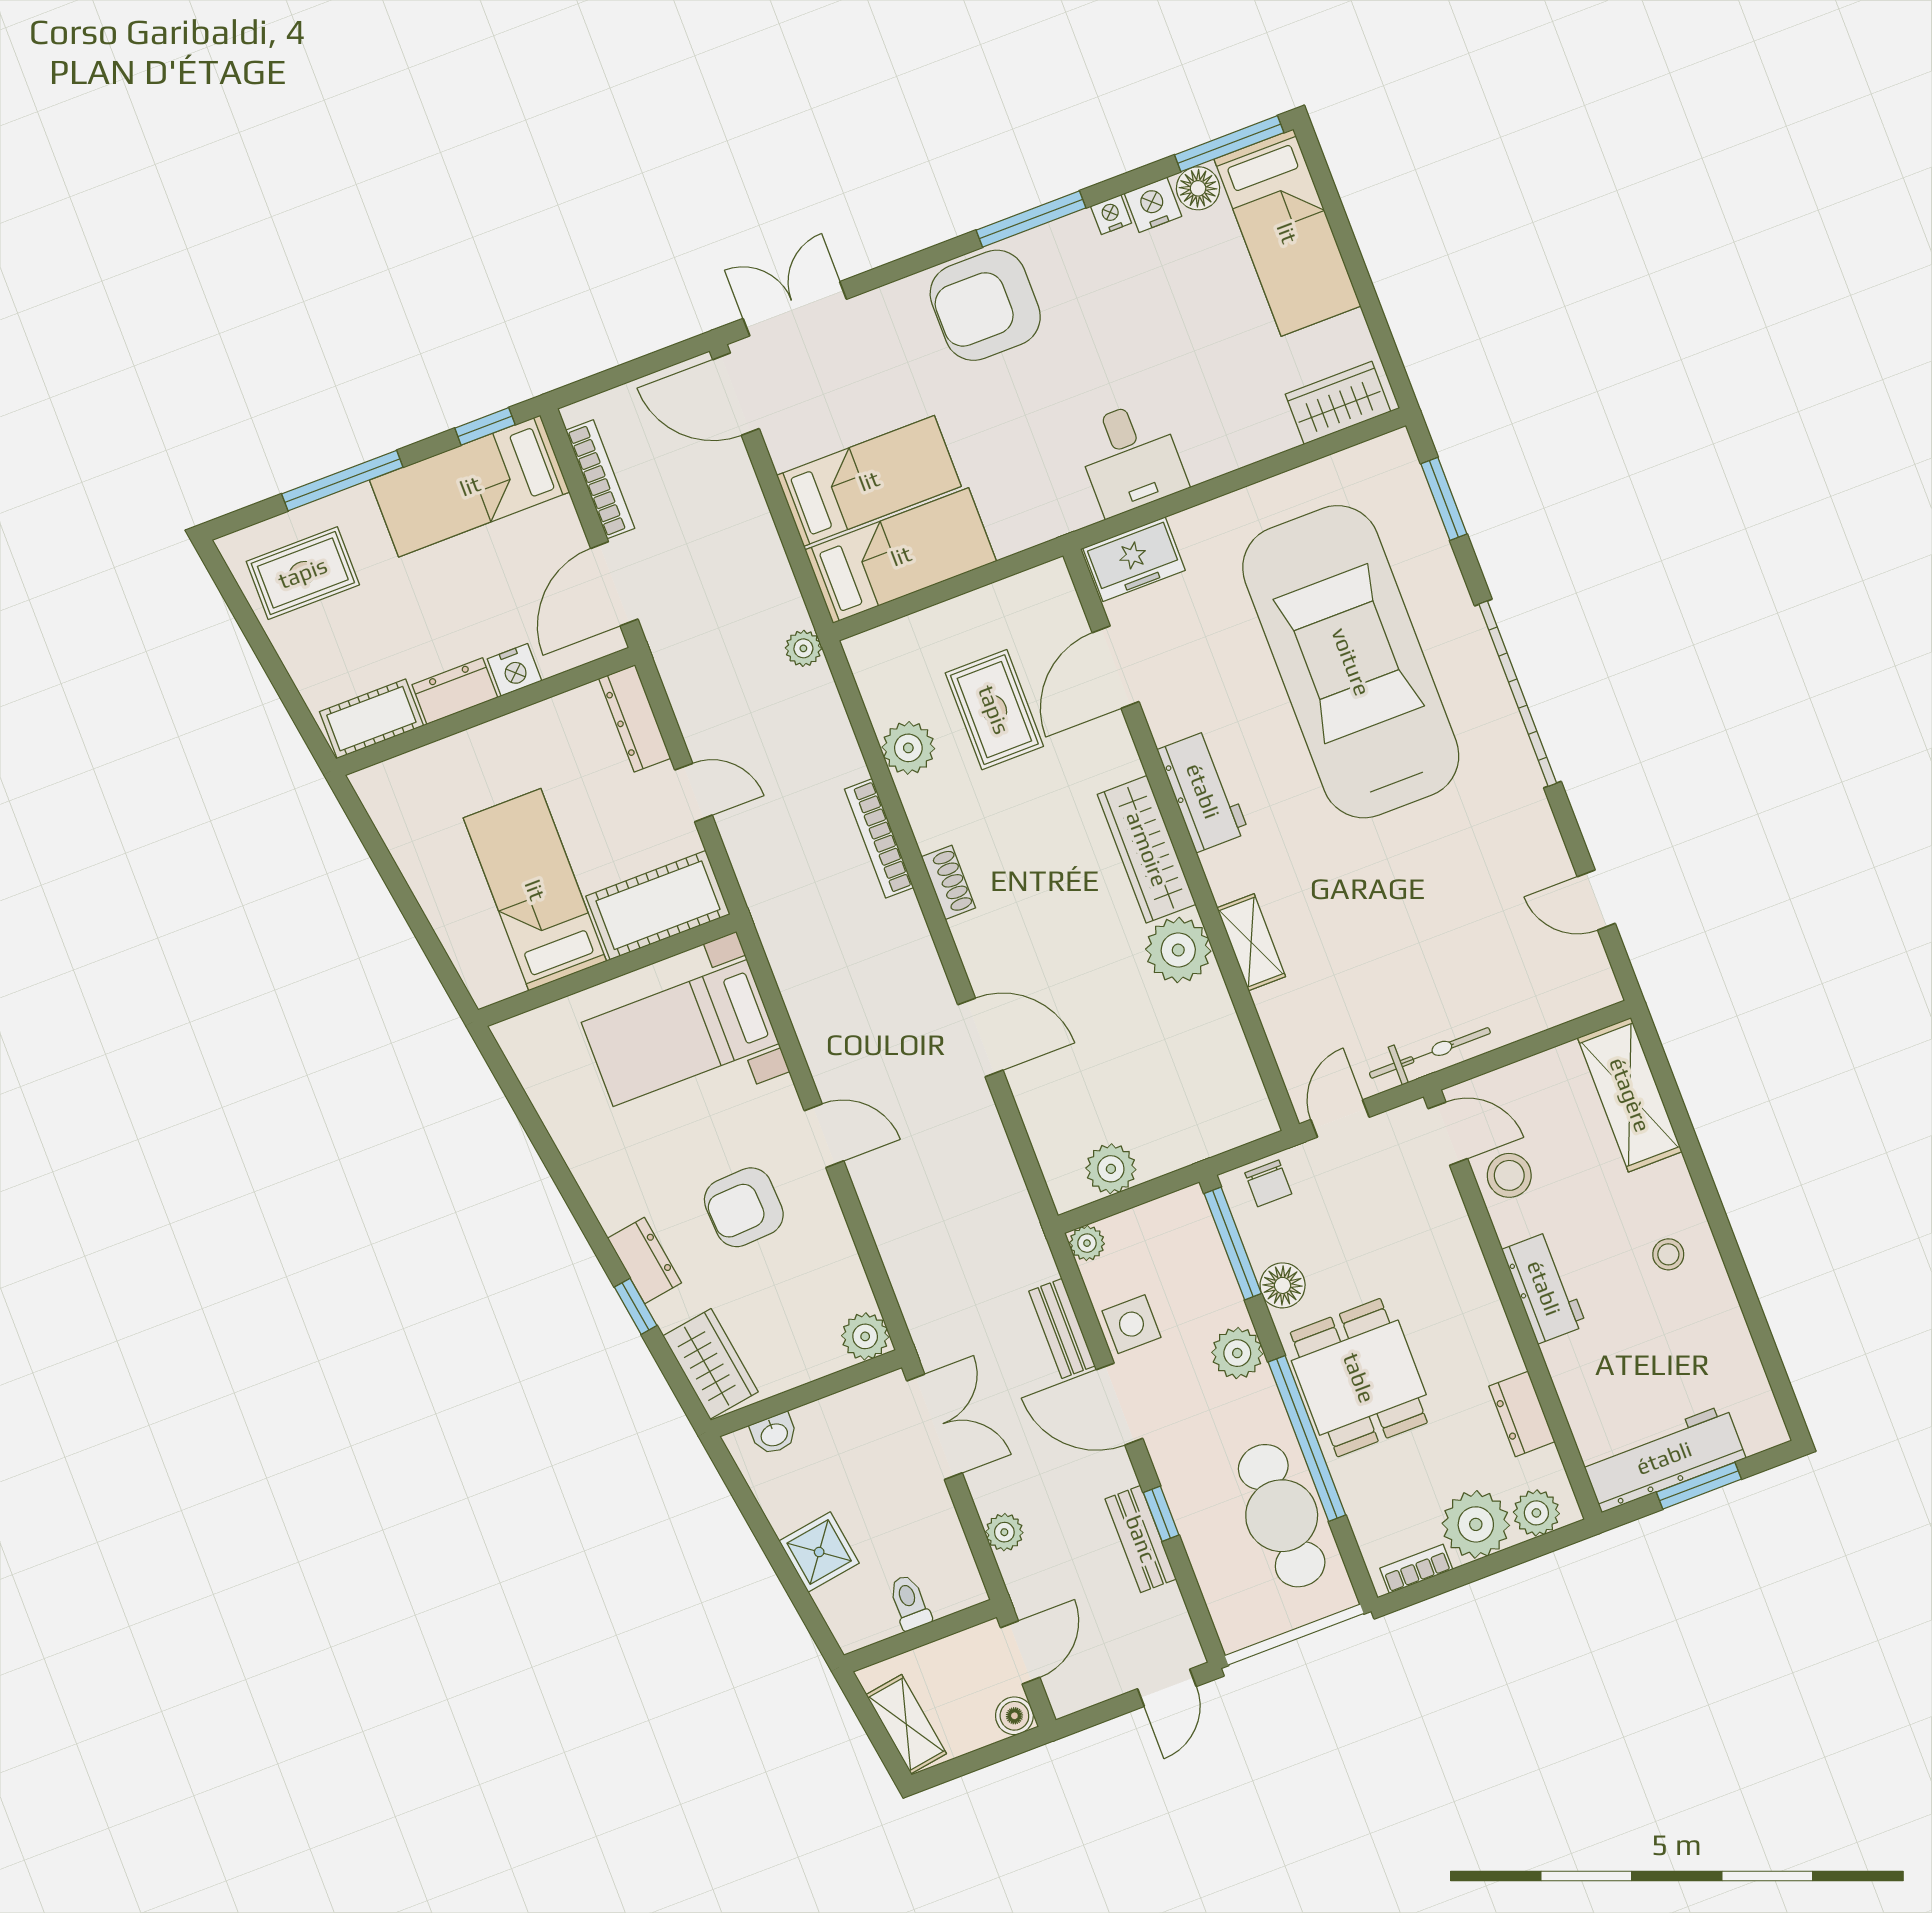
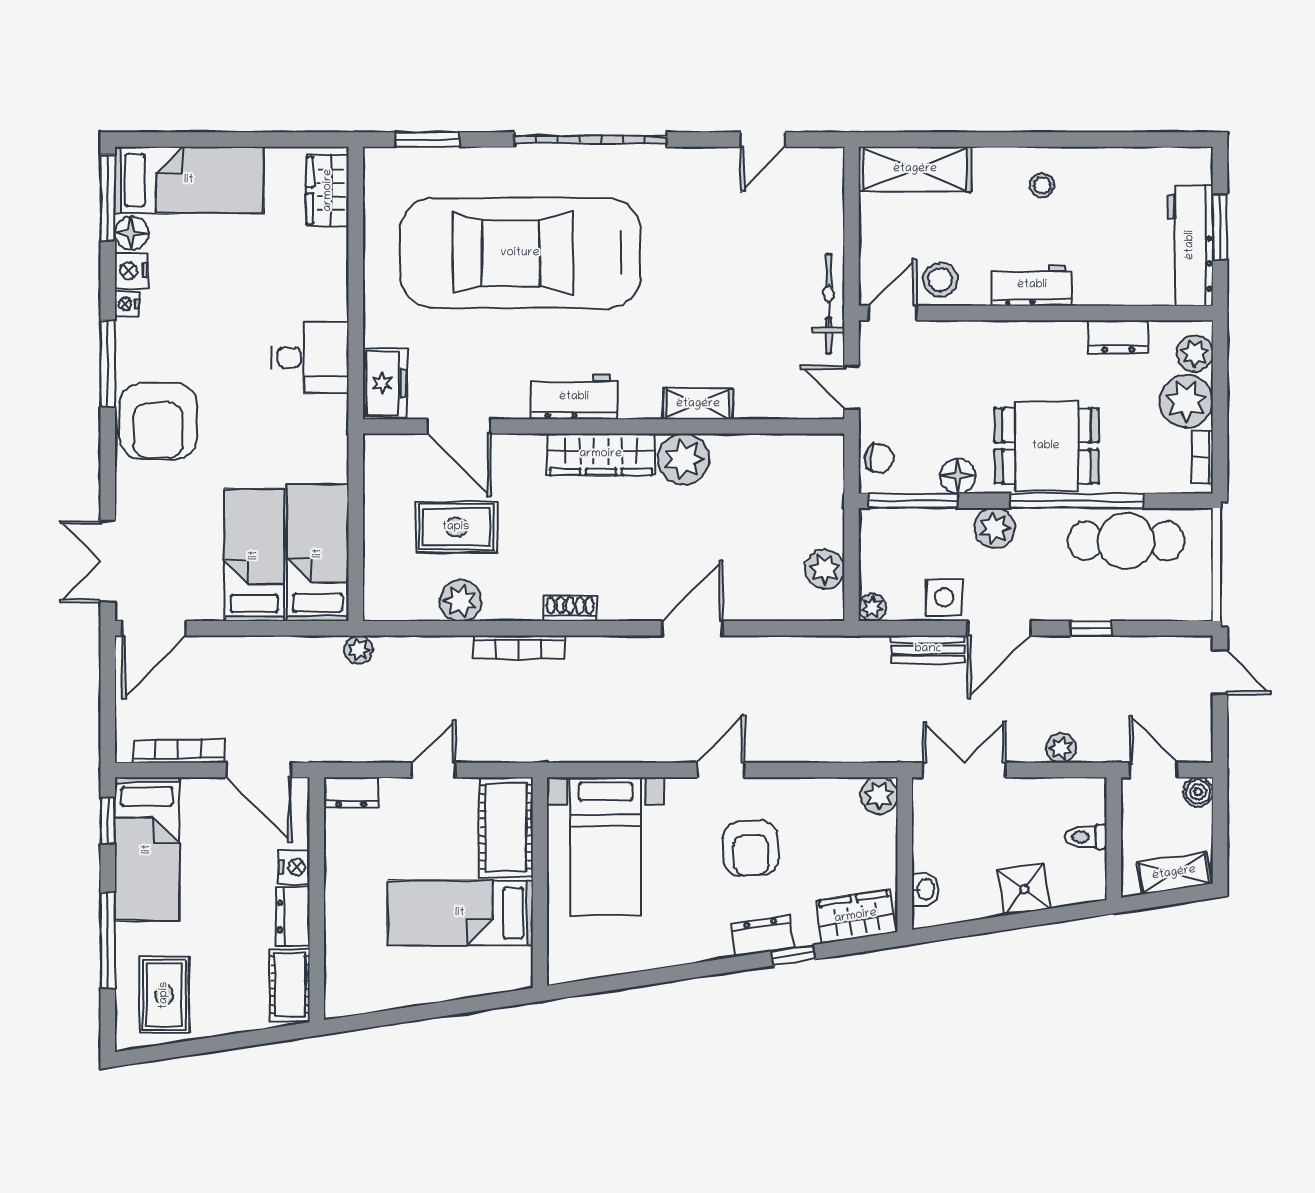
dresser: (635, 718) -> (351, 792), width x0.70
bench: (1141, 1539) -> (1104, 650), removed

